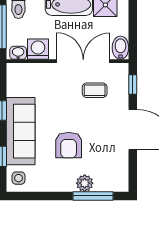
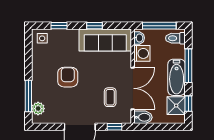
sofa: (21, 131) -> (105, 40), moved
armchair: (69, 145) -> (68, 77), turned 90
plant: (85, 183) -> (38, 109), moved

